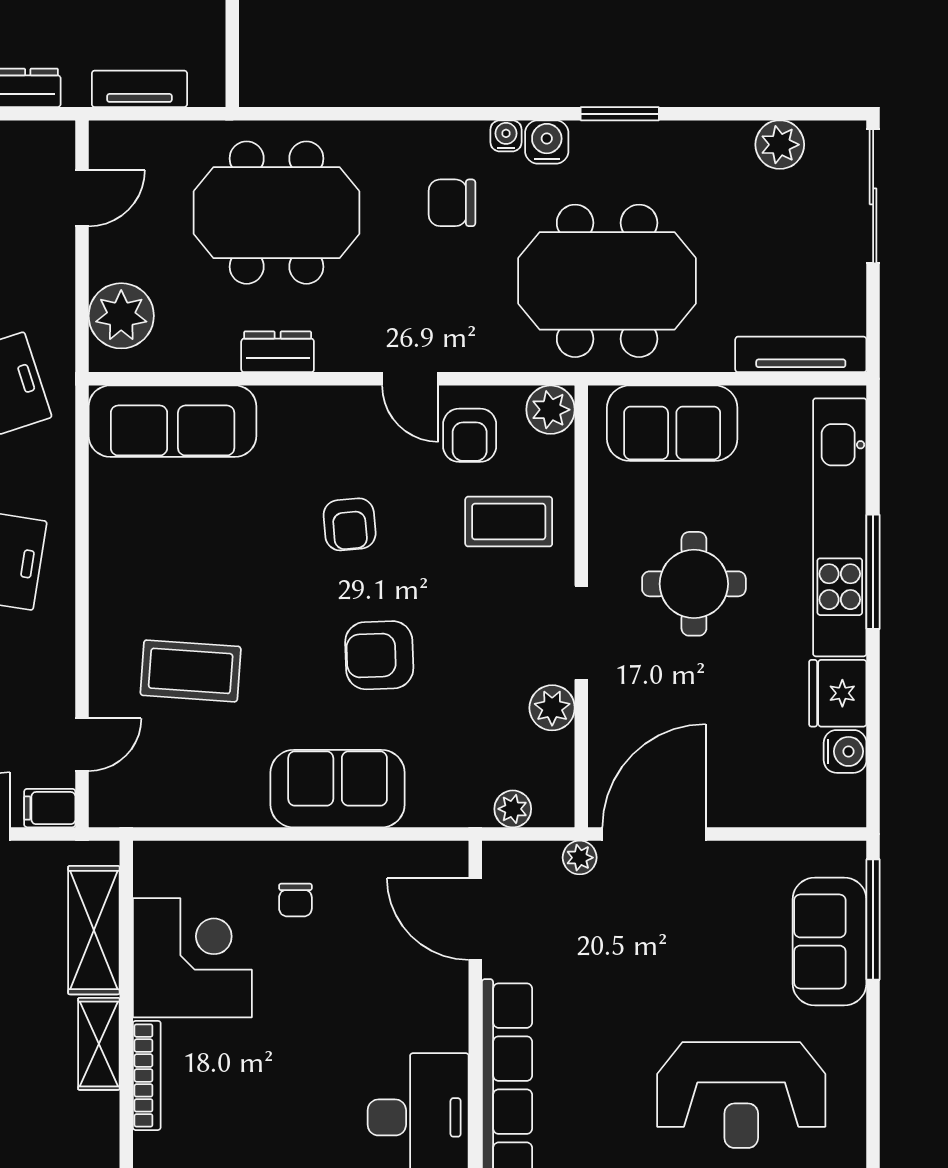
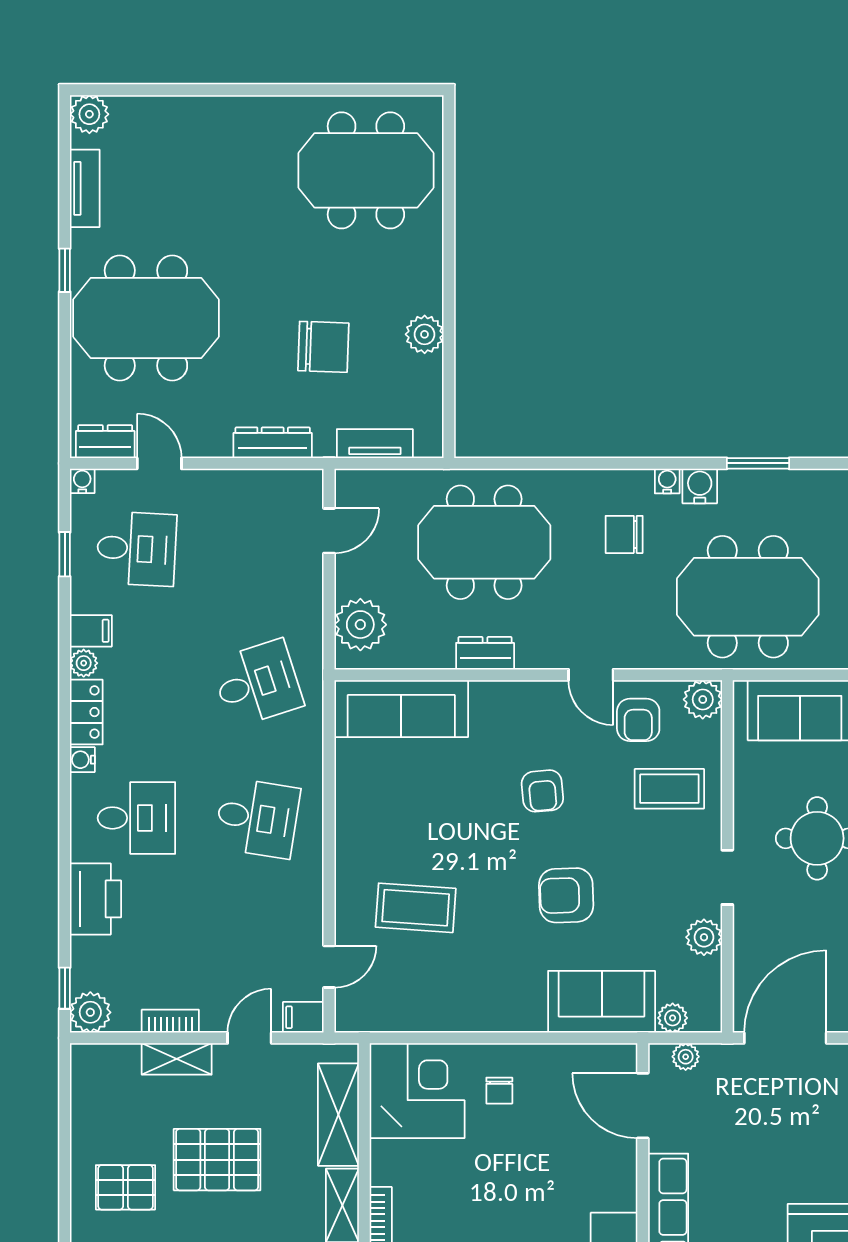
doorway: (581, 633) -> (727, 877), width x0.73
sofa: (338, 789) -> (602, 1002), moved
plant: (580, 858) -> (686, 1057), moved
corner desk: (192, 958) -> (417, 1091), moved

